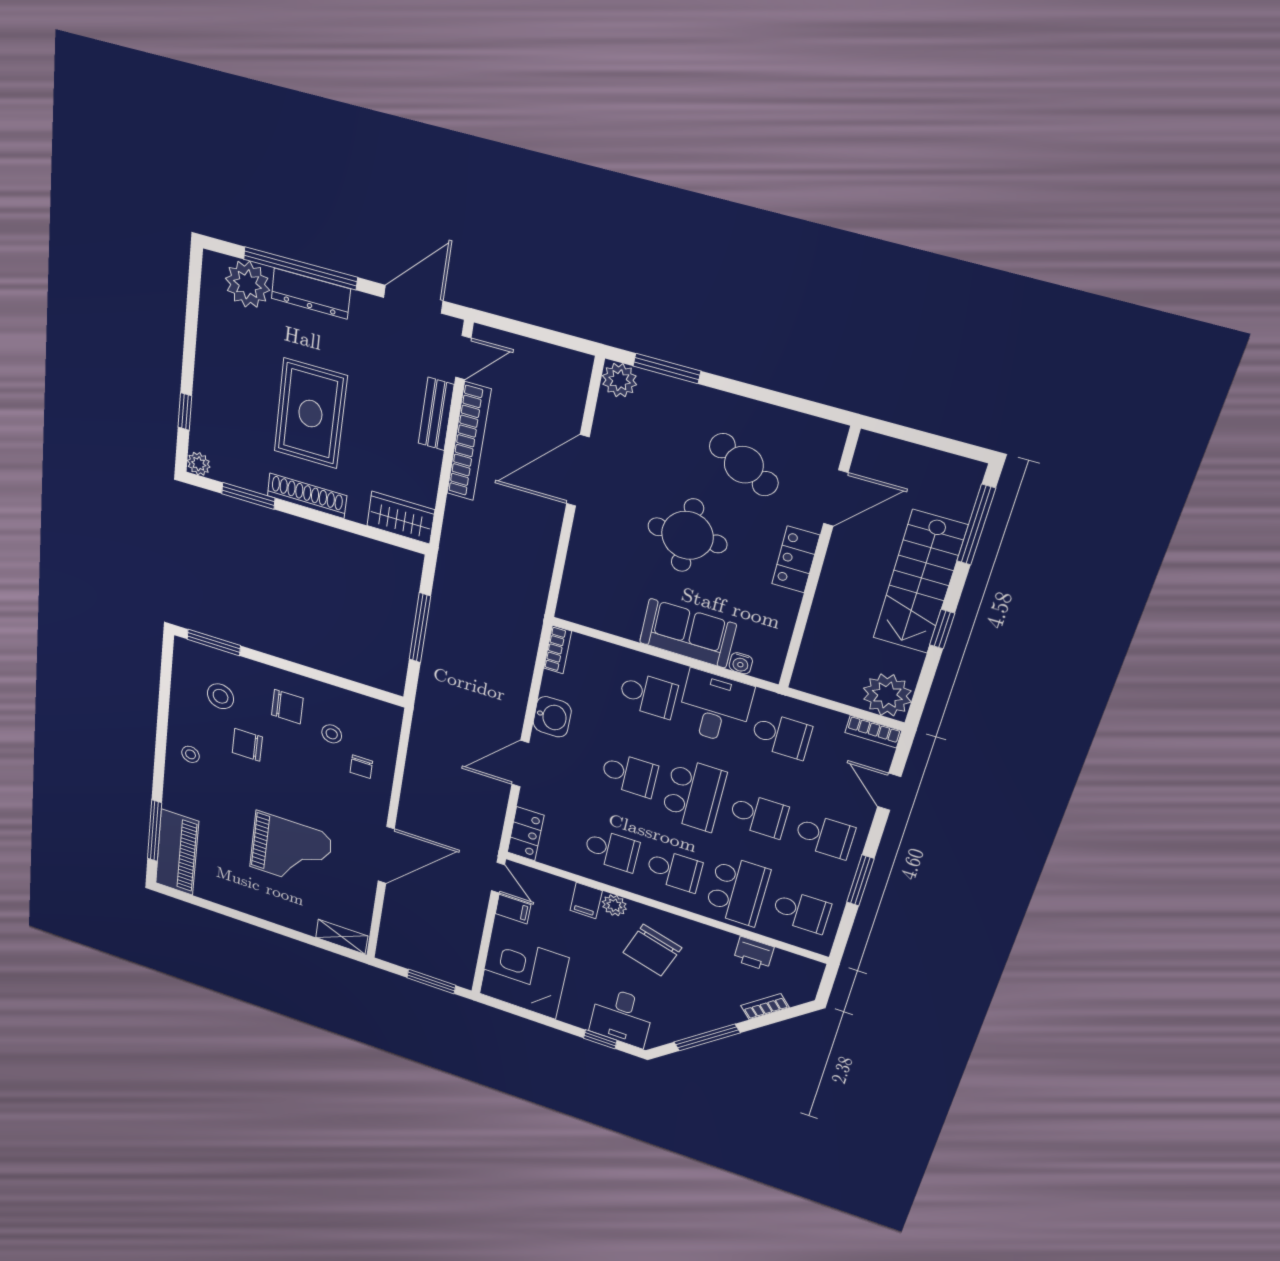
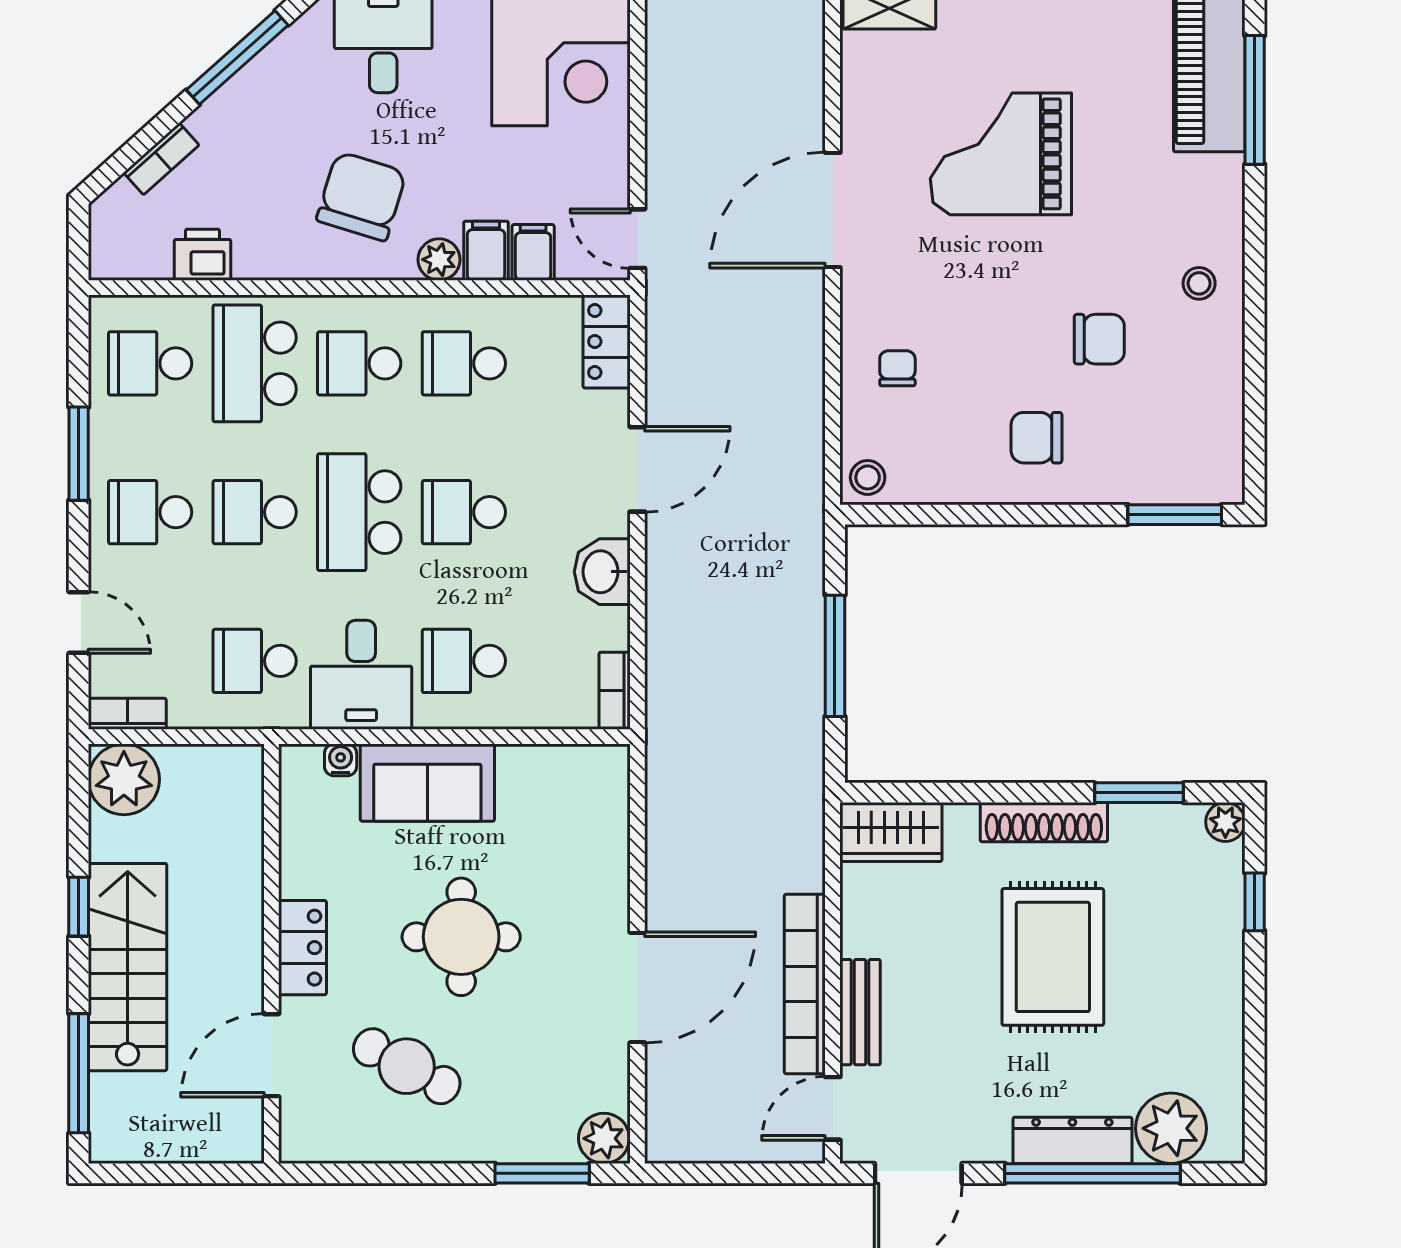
stool: (221, 696) -> (1155, 417), removed
stool: (332, 734) -> (868, 477), moved
filing cabinet: (513, 909) -> (533, 252), moved, turned 90

